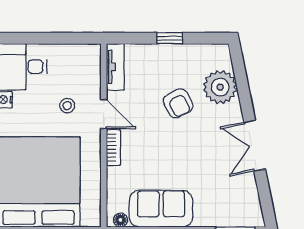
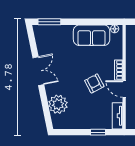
window: (170, 38) -> (98, 132), moved
armchair: (178, 103) -> (94, 83), moved

